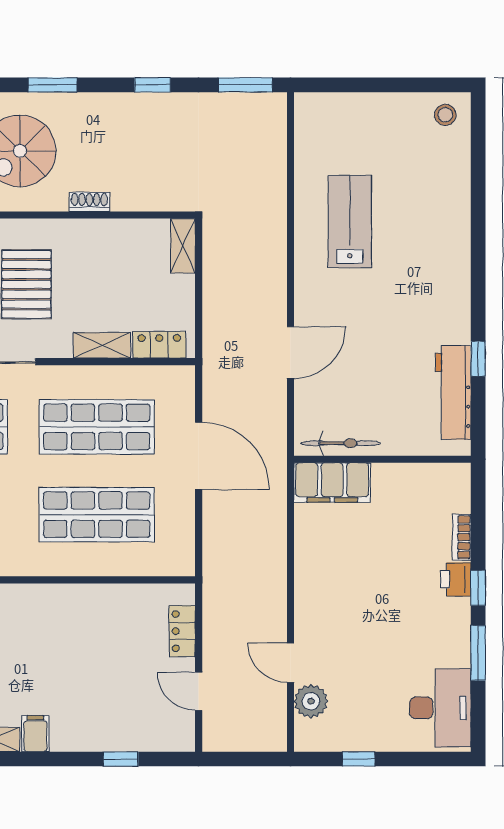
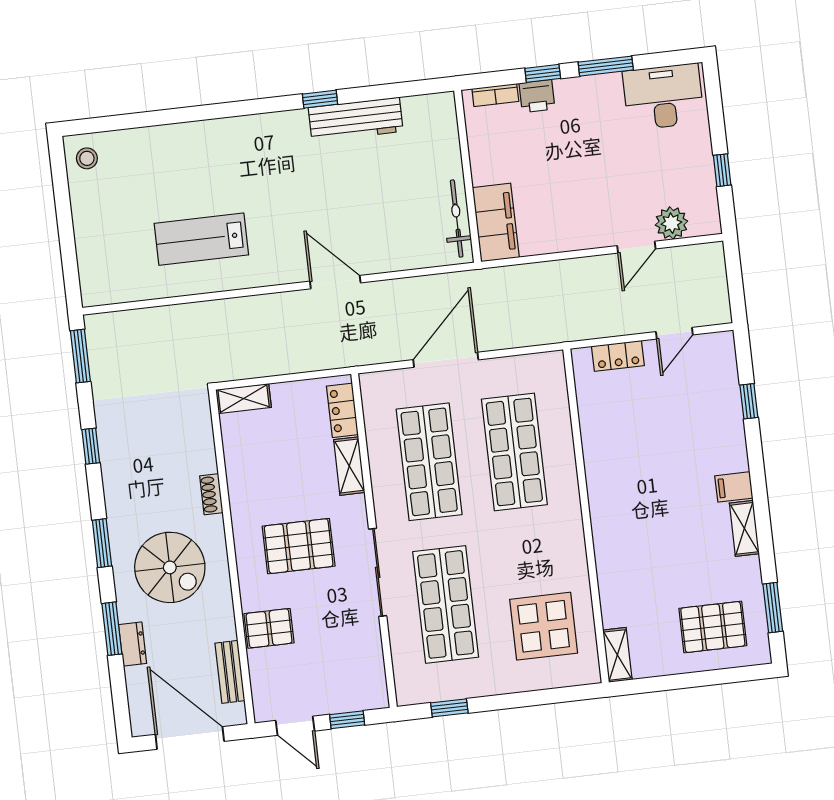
bicycle: (341, 443) -> (457, 219), moved
wall: (382, 459) -> (468, 176), moved
filing cabinet: (332, 483) -> (496, 222), moved

